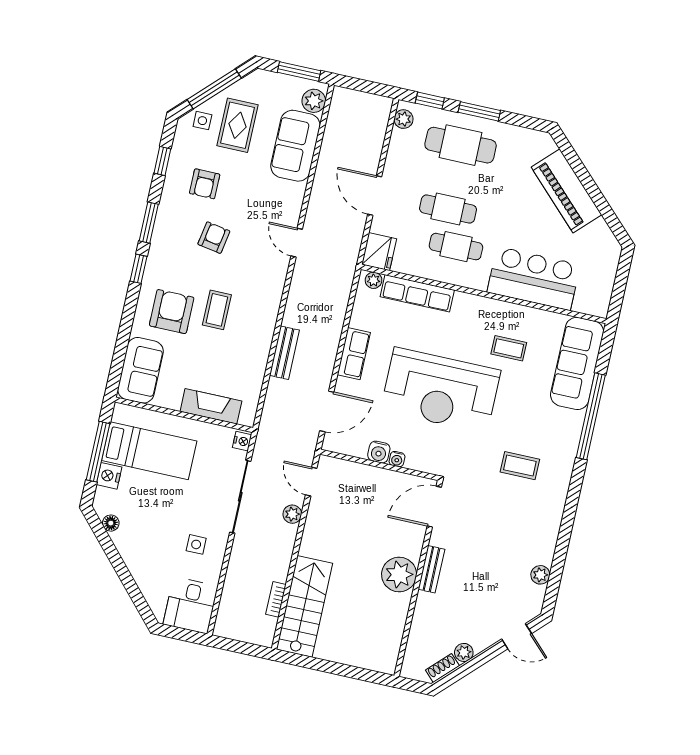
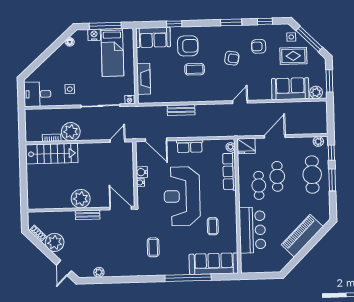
window: (138, 269) -> (174, 24), moved
plant: (292, 514) -> (71, 132), moved, width x1.88, depth x1.88
plant: (464, 652) -> (55, 242), width x1.88, depth x1.88

